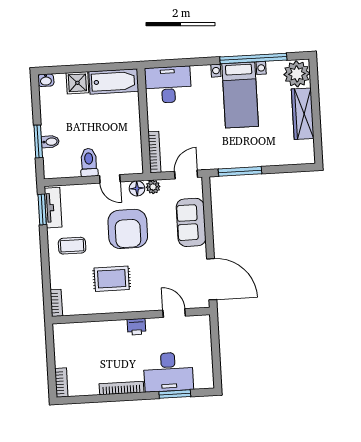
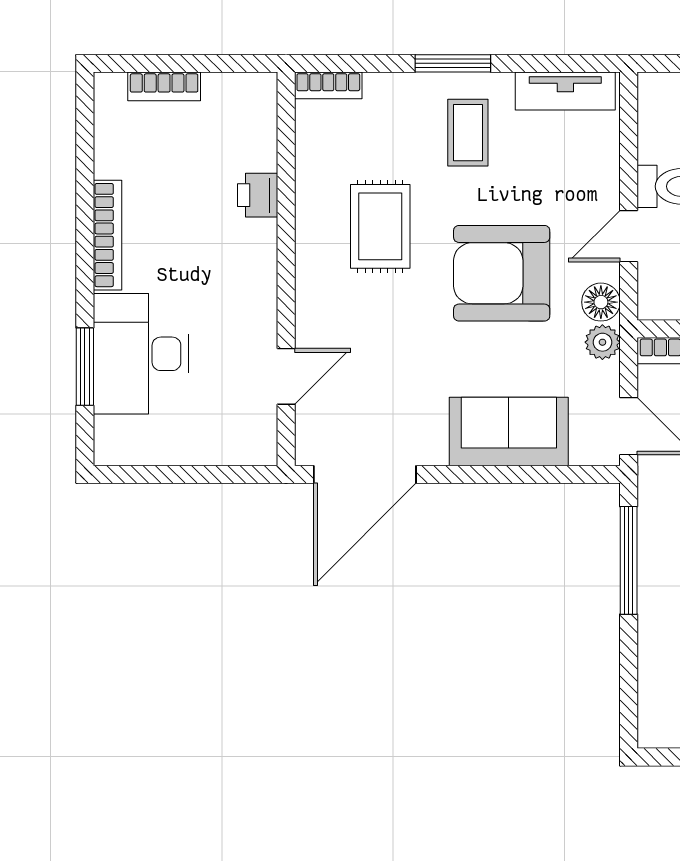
window: (42, 209) -> (453, 63), moved
printer: (136, 327) -> (258, 195), moved
bookcase: (61, 383) -> (164, 86), moved

